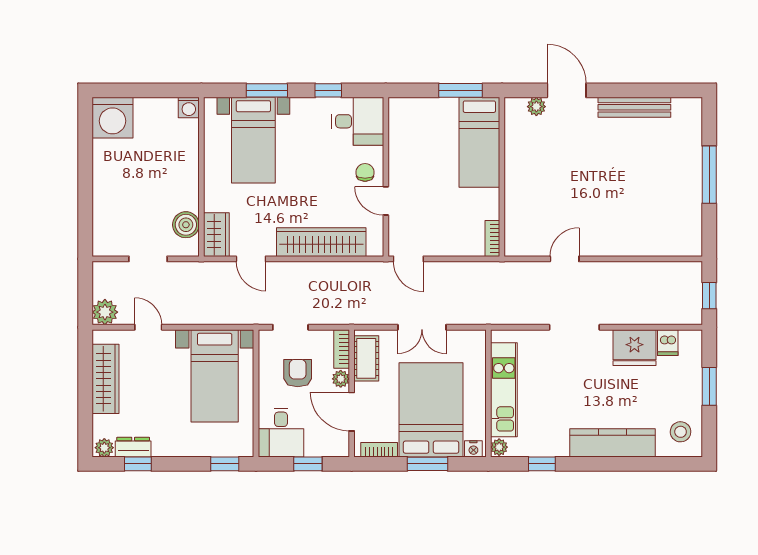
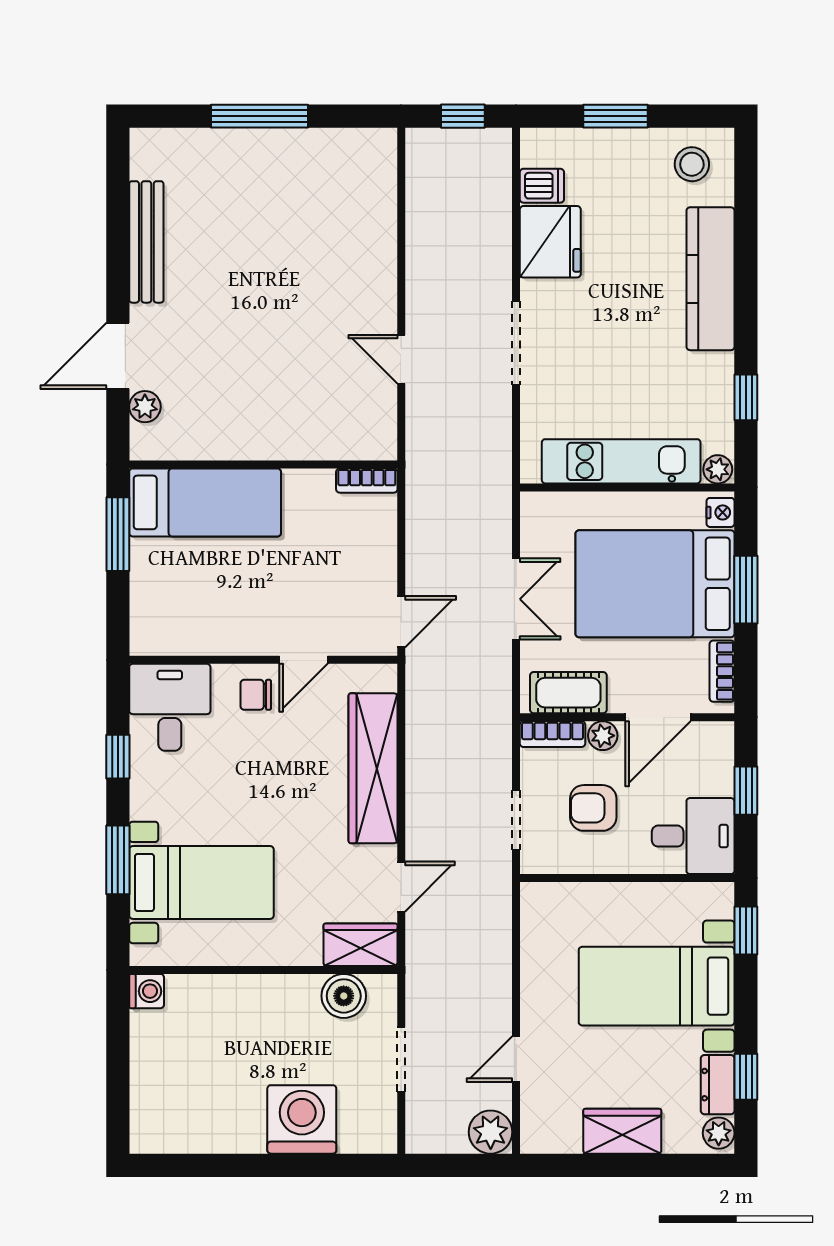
washing machine: (112, 118) -> (302, 1119), moved, turned -90
bed with nightstands: (215, 376) -> (657, 986), moved, turned 180
wardrobe: (105, 379) -> (622, 1131), width x0.67

